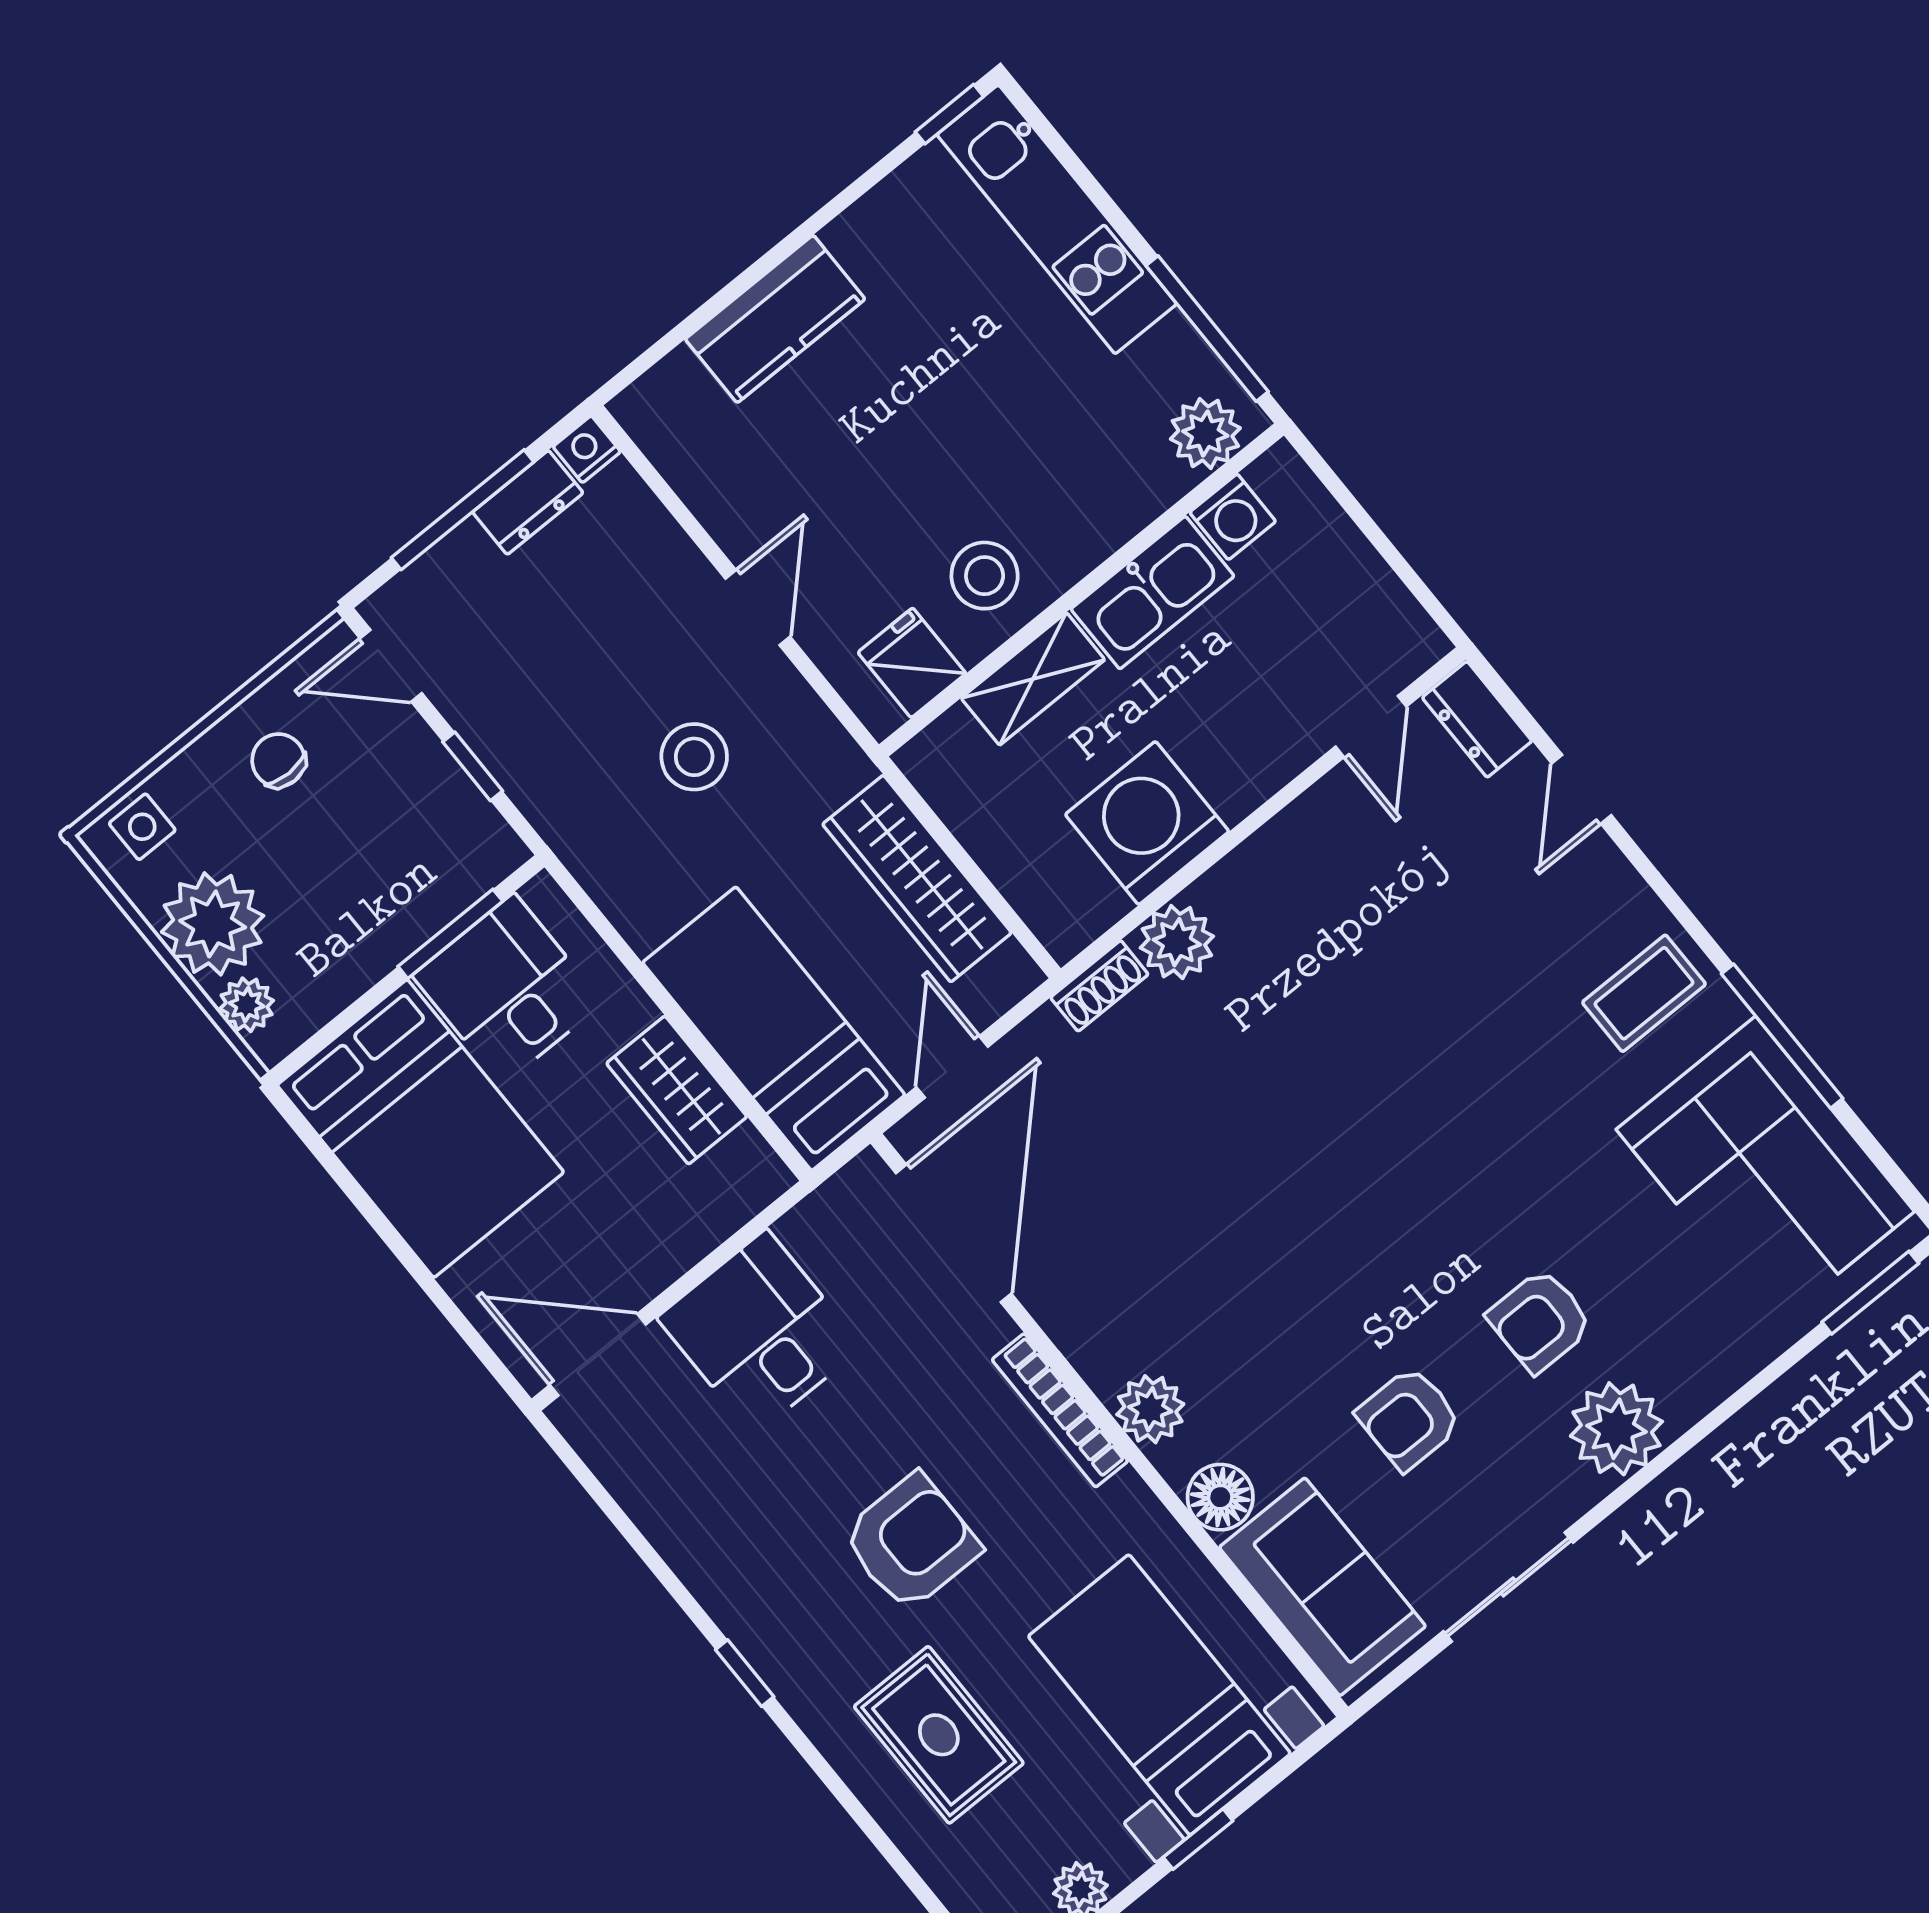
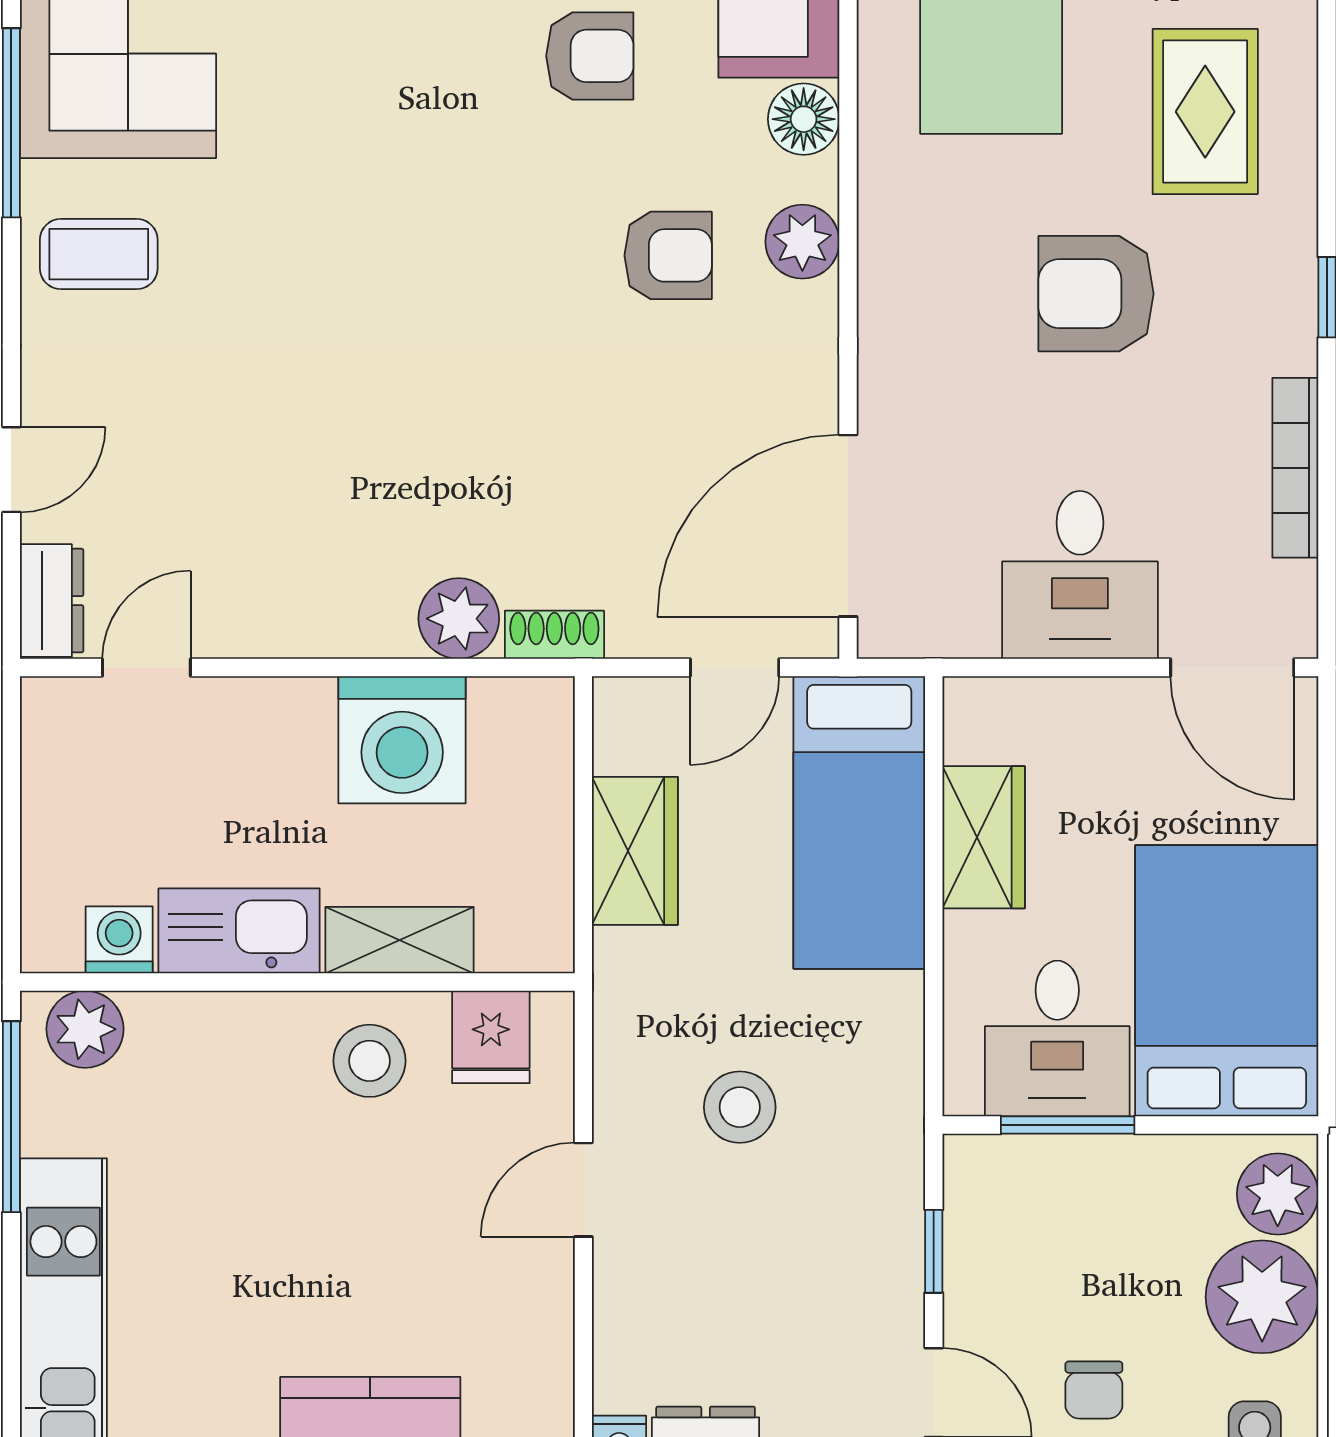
wardrobe: (917, 879) -> (635, 851), width x0.67
plant: (247, 1005) -> (1278, 1194), width x1.38, depth x1.38
armchair: (1540, 1321) -> (668, 255), moved
bookcase: (1060, 1410) -> (1295, 468), moved, turned 180

